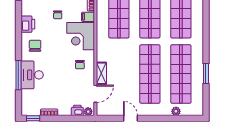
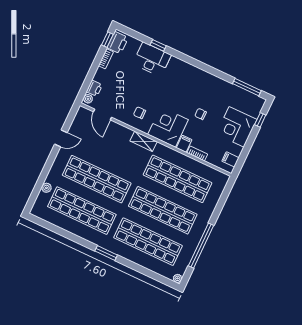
printer: (28, 24) -> (118, 43), moved, turned -90
chair: (35, 46) -> (180, 76), removed
shelving: (101, 73) -> (144, 141), moved
window: (206, 73) -> (106, 253), moved
window: (18, 75) -> (158, 45), width x0.46

